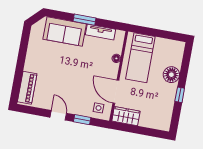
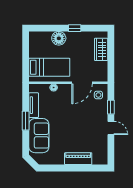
piano: (27, 88) -> (78, 159), moved
door: (58, 115) -> (111, 128), swing flipped
wardrobe: (126, 116) -> (101, 49), moved

